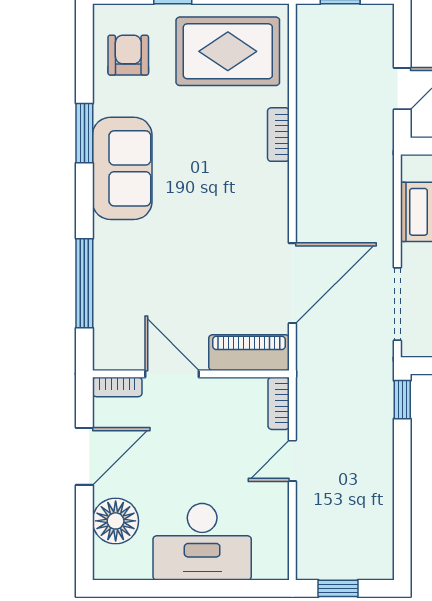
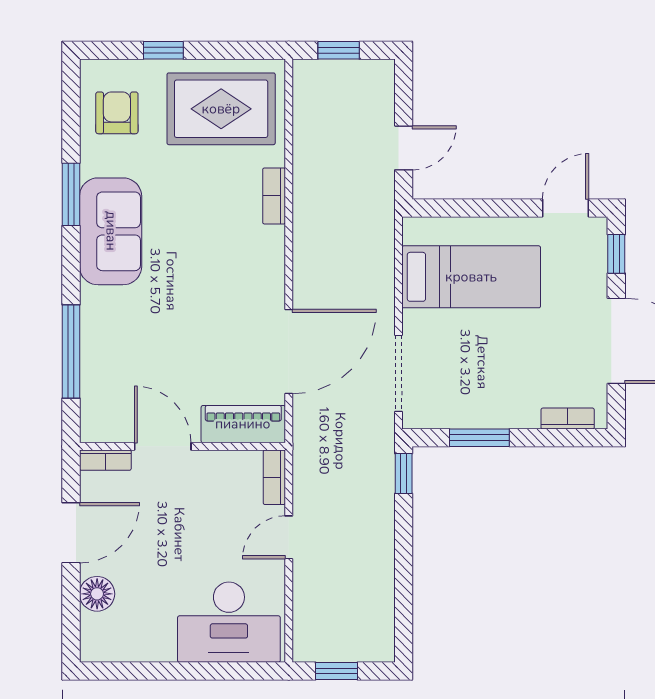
floor lamp: (116, 521) -> (97, 594), width x0.73, depth x0.73
desk: (202, 542) -> (229, 622), moved

